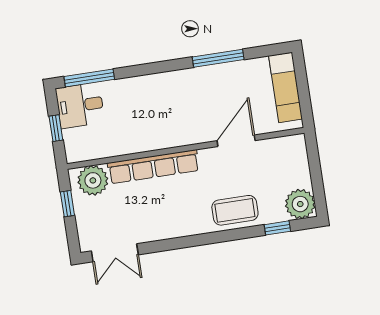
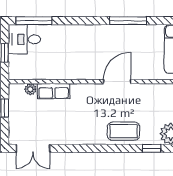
door: (236, 141) -> (117, 82), moved
row of seats: (153, 167) -> (54, 91), width x0.50
plant: (93, 180) -> (30, 89), width x0.53, depth x0.53

